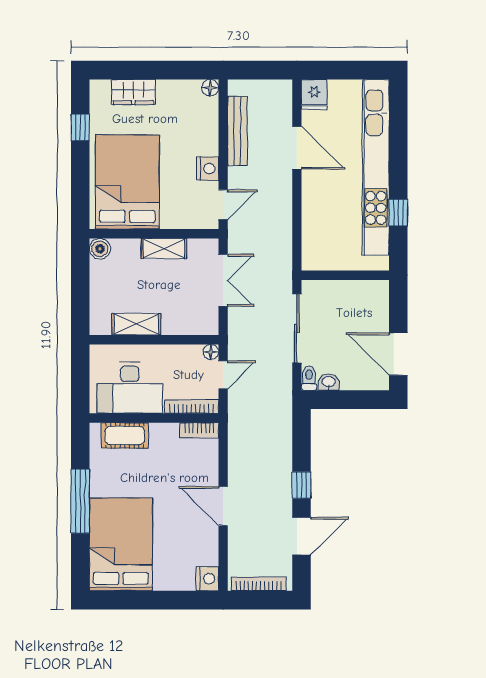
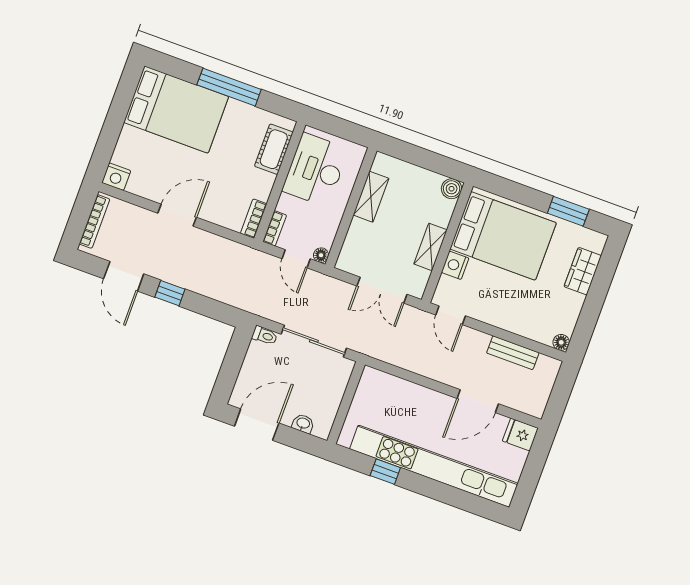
window: (80, 127) -> (568, 211), width x1.50
bench: (237, 131) -> (513, 353), width x0.73
nightstand: (208, 169) -> (455, 265), moved, turned 90
washbasin: (329, 382) -> (303, 424), moved, turned -90
bookcase: (192, 407) -> (275, 228), width x0.64

